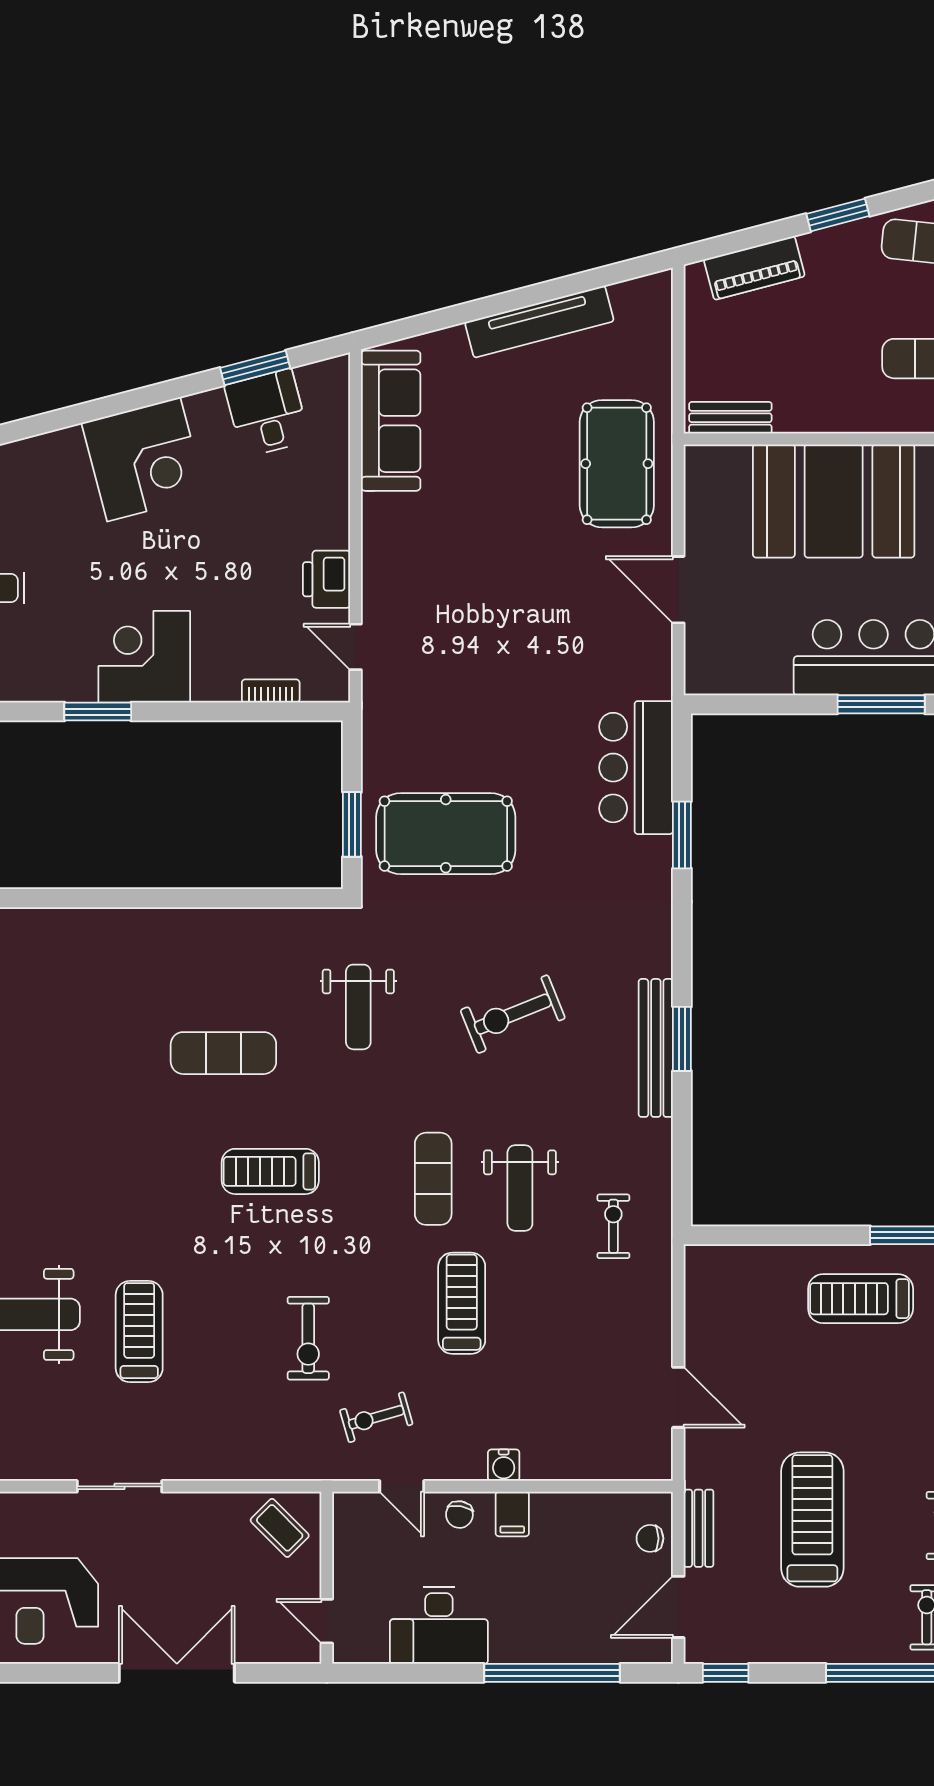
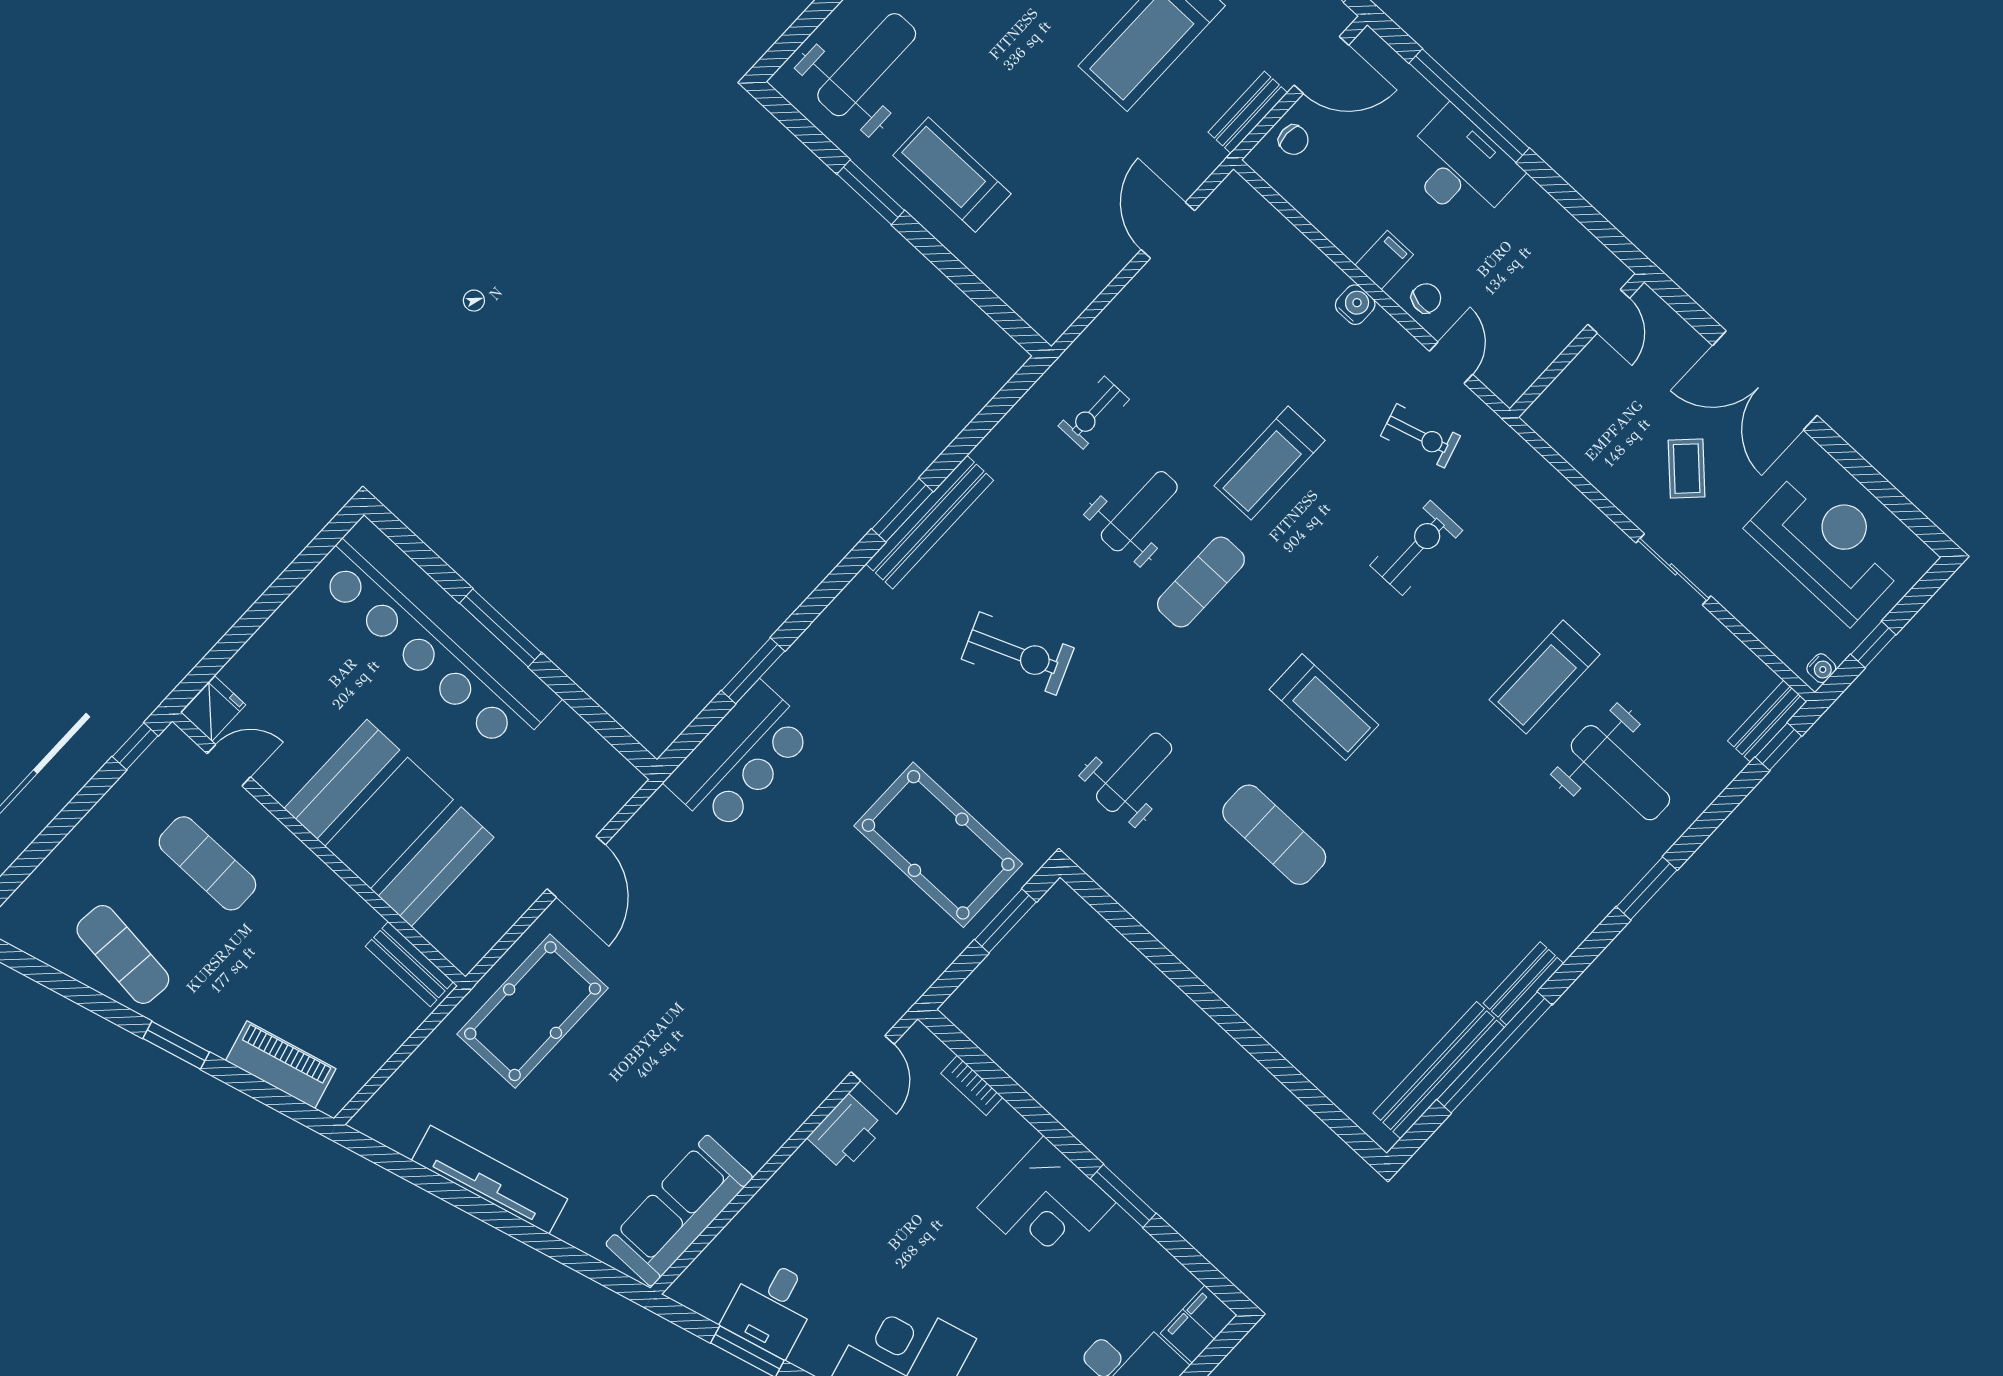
treadmill: (861, 1299) -> (952, 175), turned 180
coffee table: (280, 1528) -> (1687, 469), moved
desk: (439, 1625) -> (1460, 167), moved

